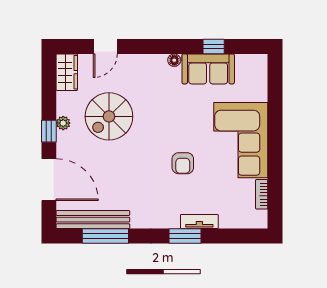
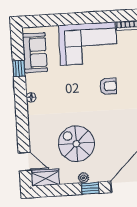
door: (105, 47) -> (25, 162), moved
sofa: (208, 69) -> (35, 53), moved
spiral stairs: (109, 116) -> (76, 144), turned 180

